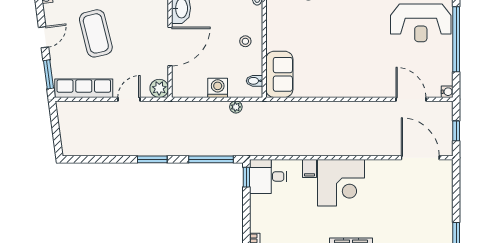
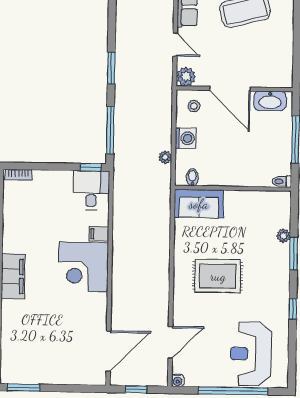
stool: (245, 41) -> (194, 106), moved
rug: (348, 55) -> (218, 276), added

